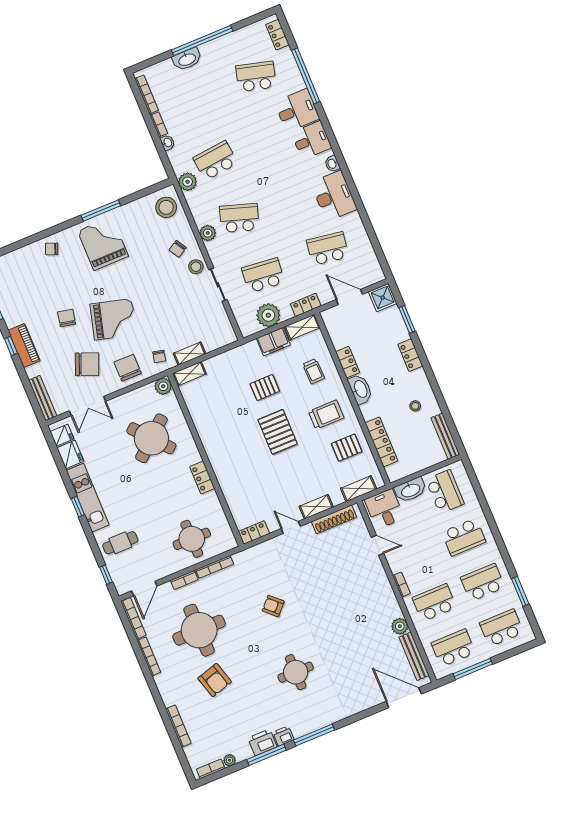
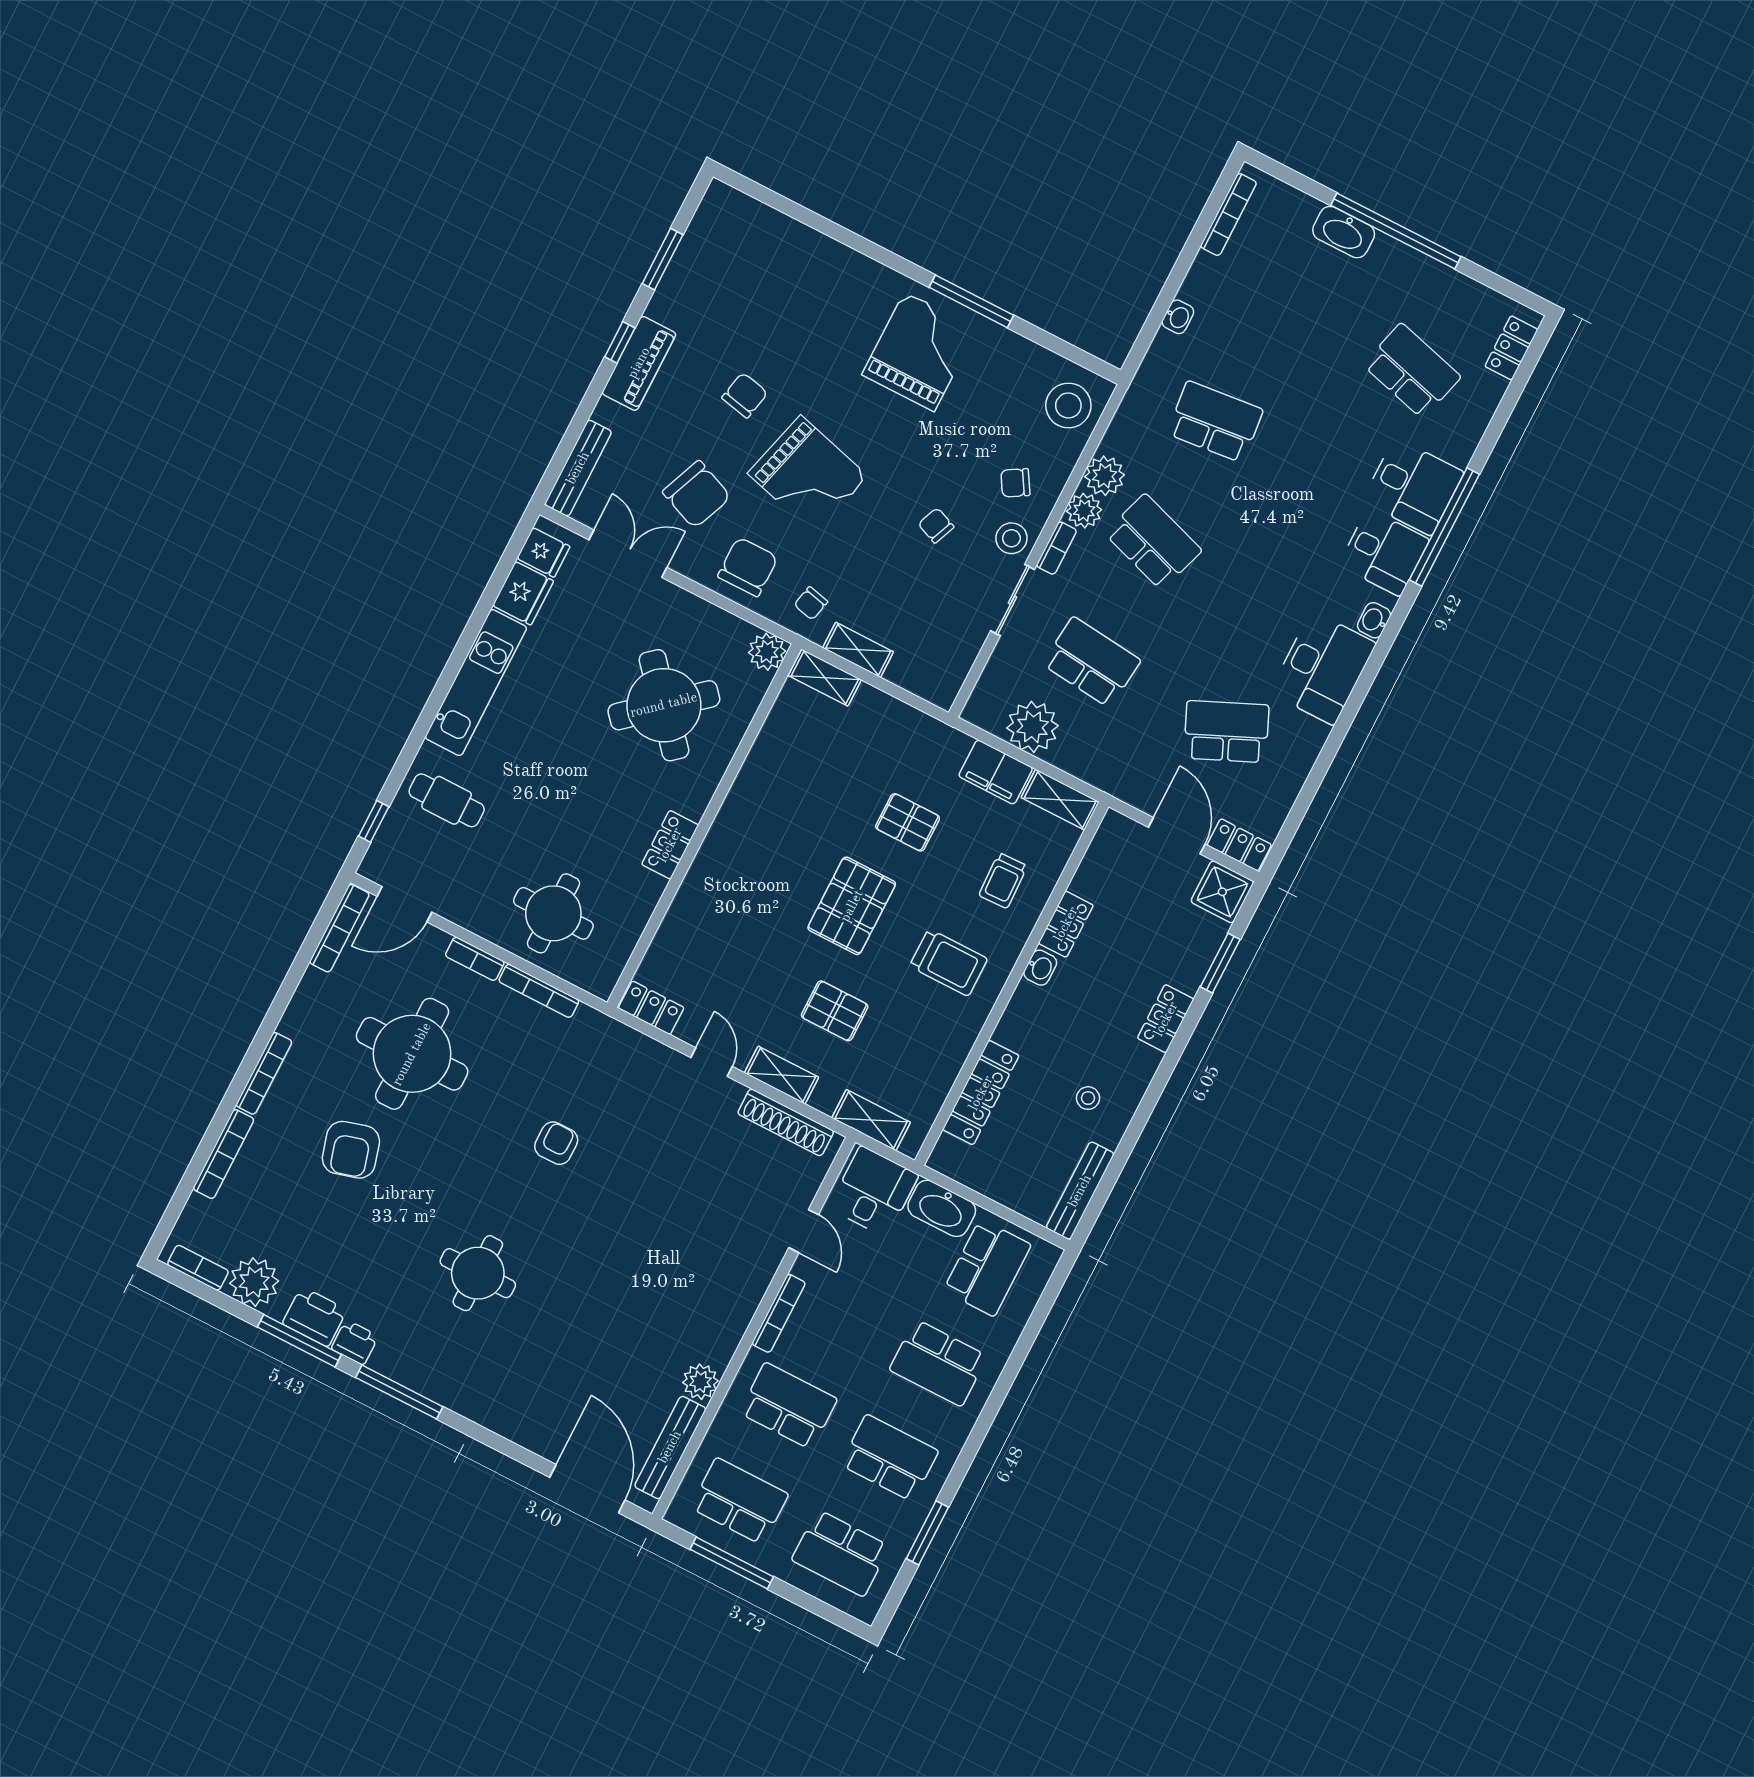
window: (306, 76) -> (1444, 527), moved
bookcase: (159, 124) -> (1057, 548), moved
plant: (188, 182) -> (1105, 476), moved
chair: (52, 249) -> (936, 525), moved
school desk: (328, 249) -> (1226, 732), turned -33
locker: (306, 305) -> (1239, 845), moved
washbasin: (360, 389) -> (1040, 968), width x0.52, depth x0.69
double door: (87, 406) -> (628, 554), swing flipped
pallet: (347, 448) -> (835, 1011), moved
window: (78, 507) -> (447, 679), removed
bookcase: (402, 585) -> (779, 1313), width x1.56
armchair: (273, 606) -> (556, 1143), turned 47
school desk: (502, 628) -> (841, 1553), turned 180
bookcase: (149, 656) -> (264, 1073), moved
plant: (230, 760) -> (254, 1282), width x1.88, depth x1.88

